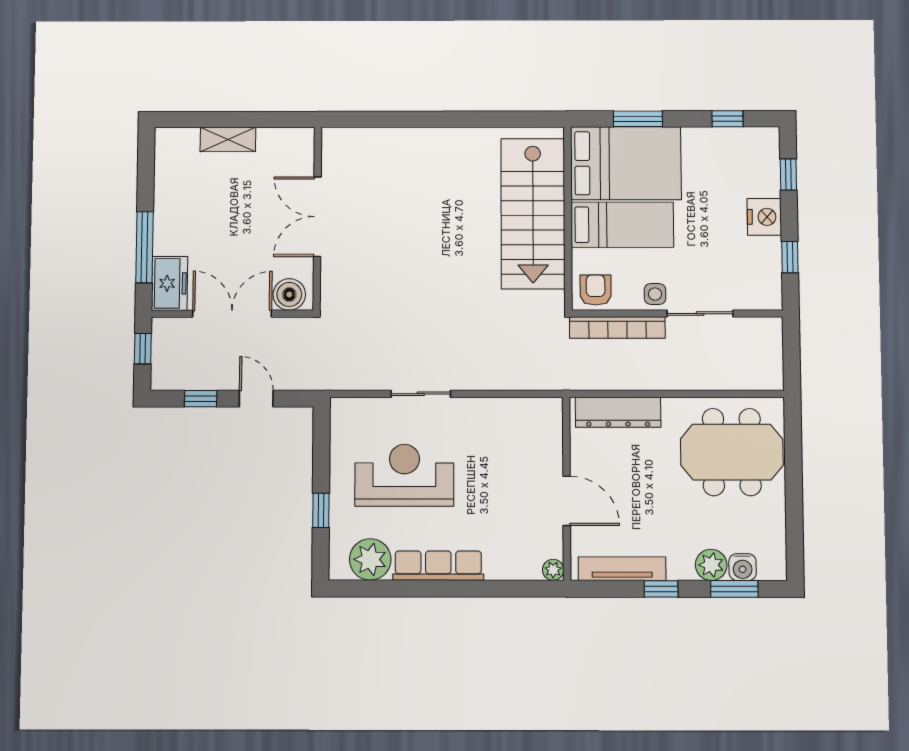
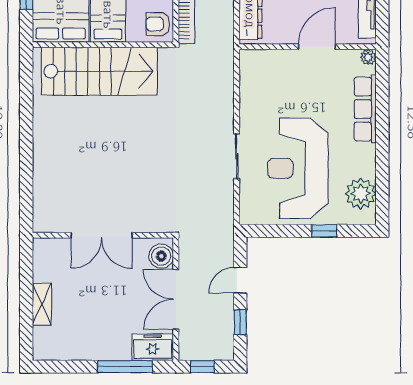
reception desk: (404, 475) -> (298, 168), width x1.36, depth x1.30
row of seats: (438, 566) -> (365, 109), moved

